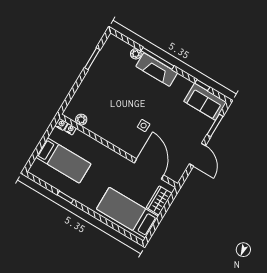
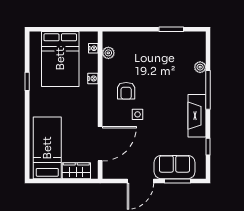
fireplace: (157, 70) -> (197, 116), moved
sofa: (205, 102) -> (175, 167), moved, turned 90
armchair: (120, 123) -> (126, 91), added
nightstand: (61, 124) -> (93, 78), moved
bed: (63, 160) -> (60, 59), width x1.50

